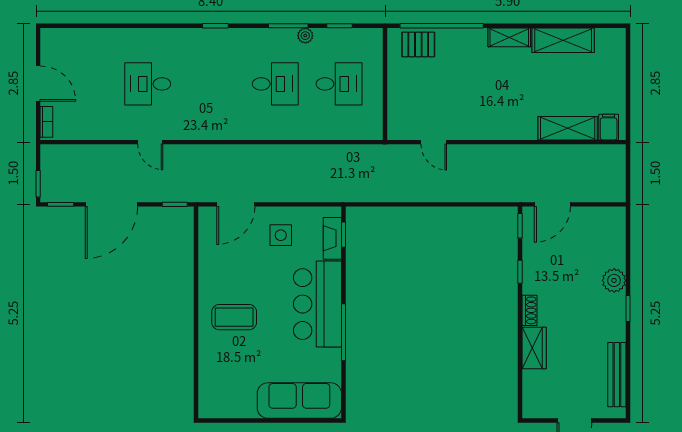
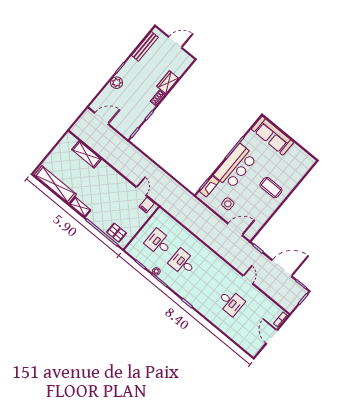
shelving: (563, 40) -> (55, 184), width x1.47
filing cabinet: (609, 127) -> (147, 205), moved
door: (552, 204) -> (101, 118), moved

